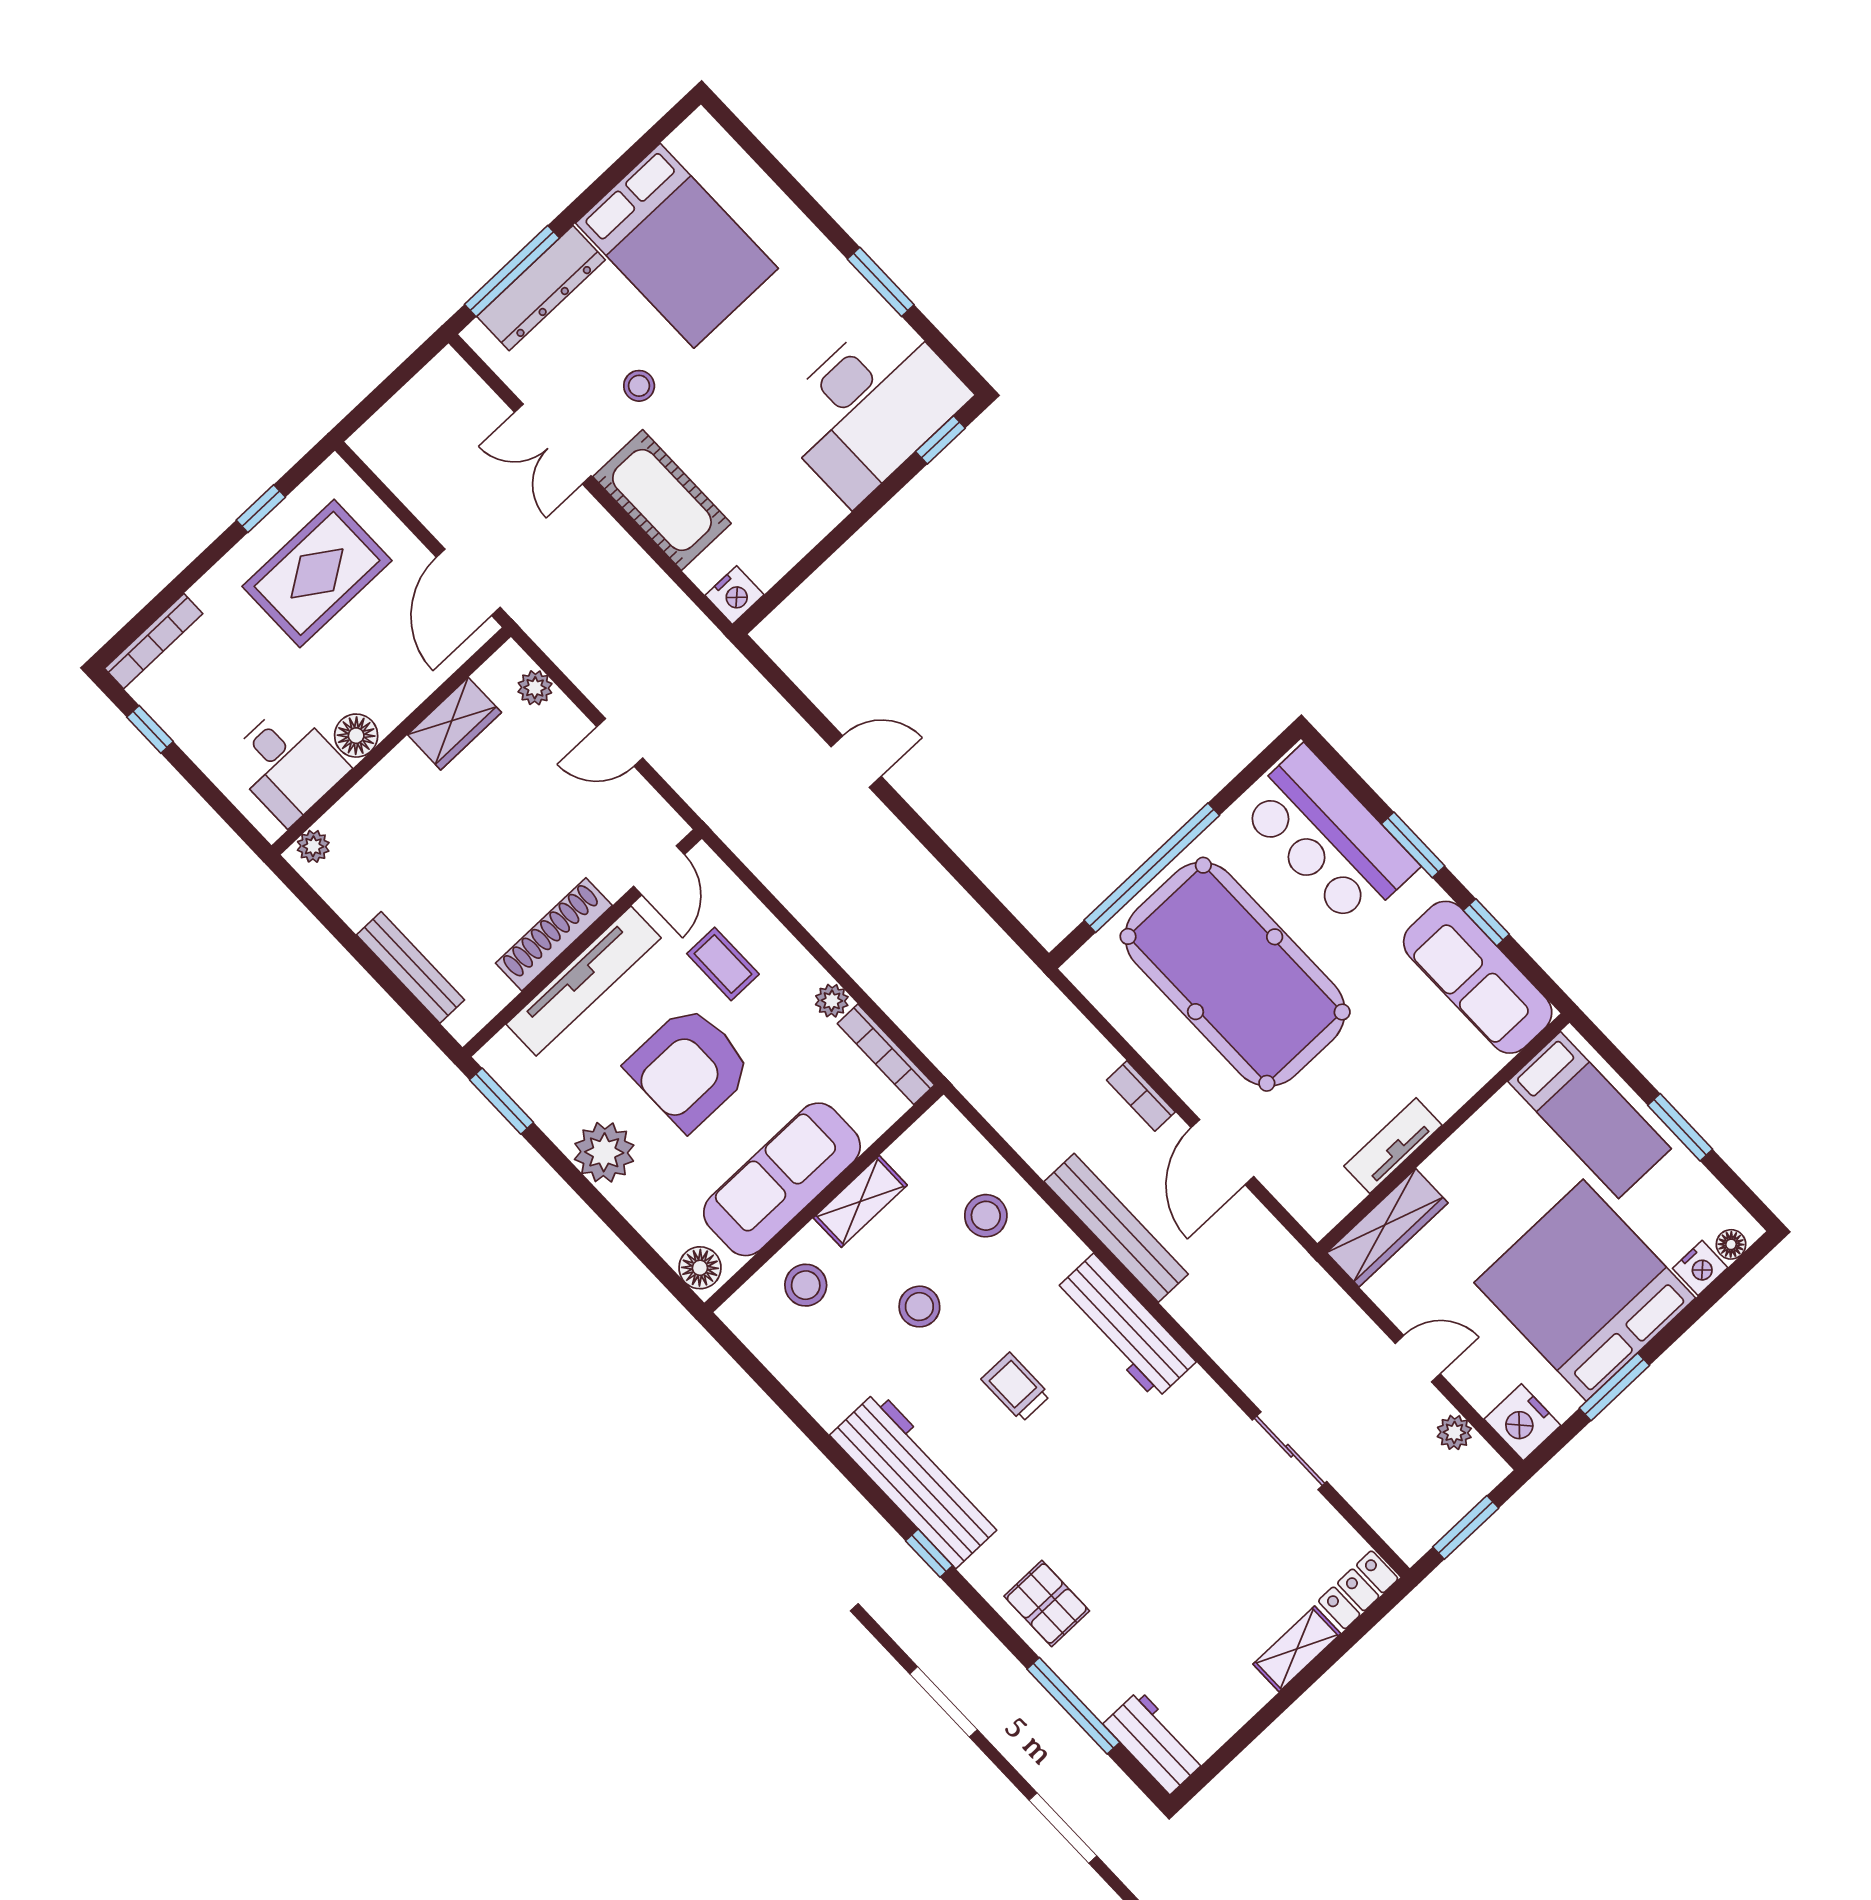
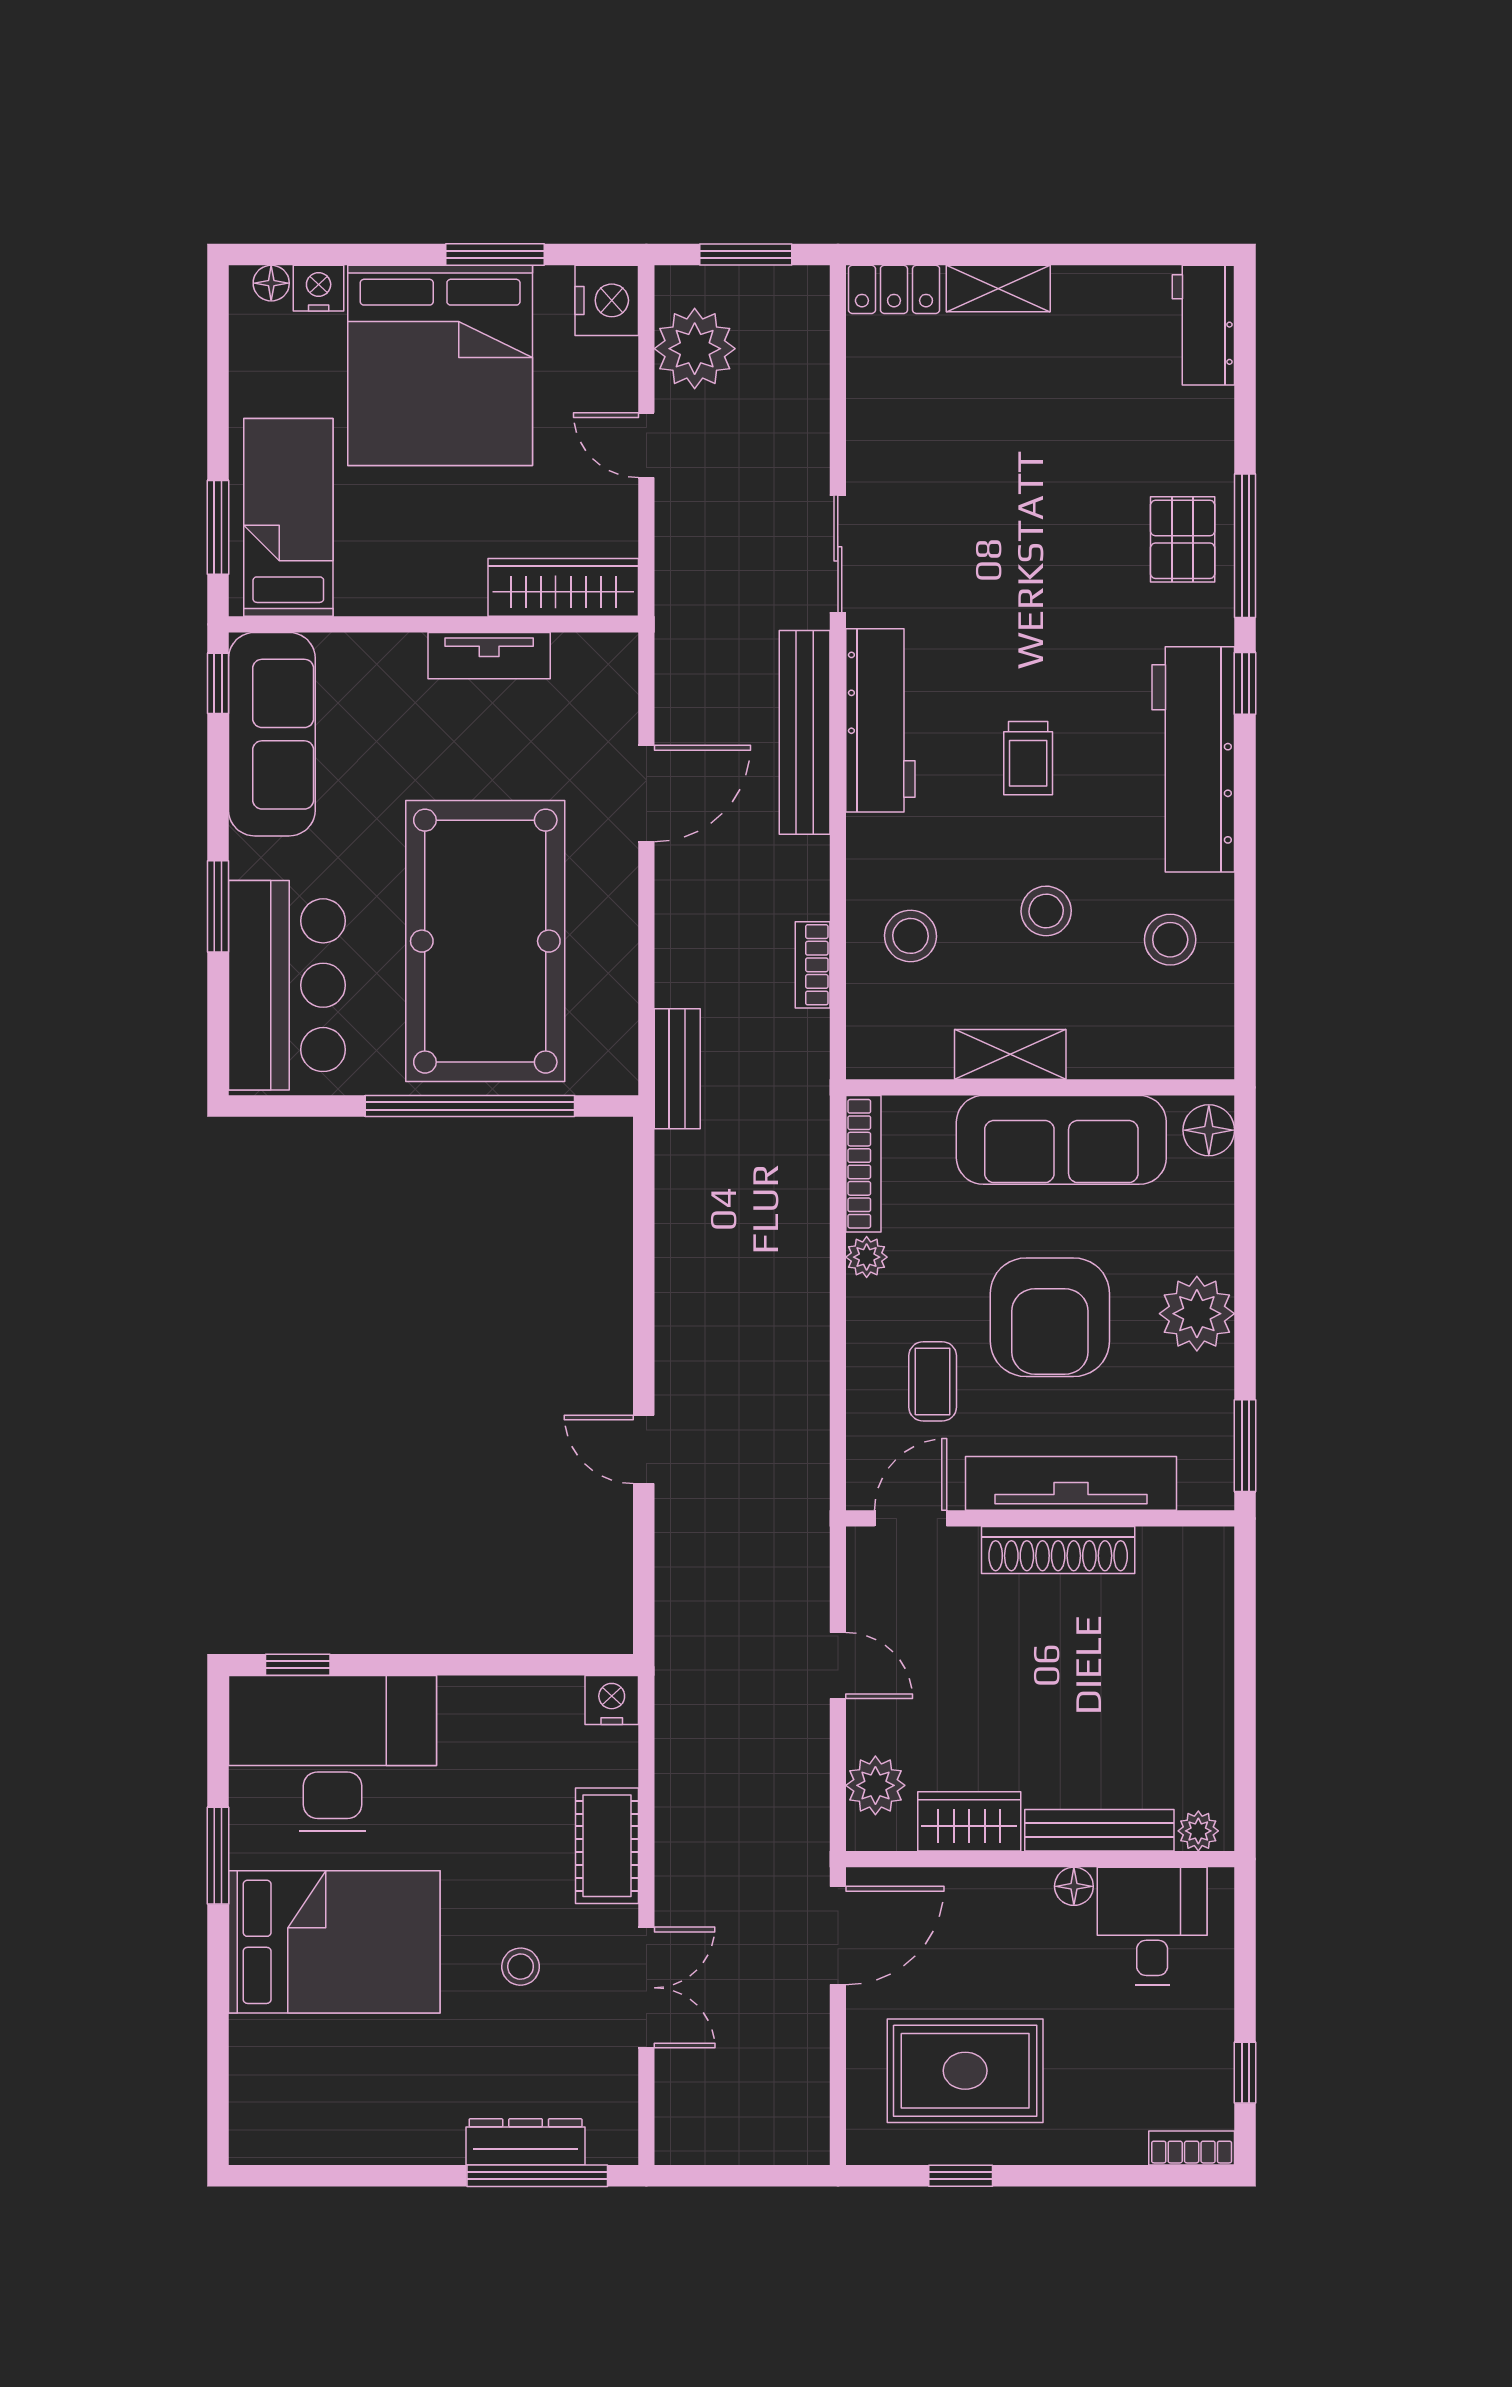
bed: (677, 246) -> (334, 1942), moved, turned 90
dresser: (541, 288) -> (526, 2142), width x0.73, depth x0.80
cot: (662, 500) -> (607, 1846), width x0.73, depth x0.75
bookcase: (154, 641) -> (1192, 2148), width x0.64
plant: (535, 688) -> (875, 1785), width x1.38, depth x1.38
floor lamp: (356, 736) -> (1074, 1886), width x0.73, depth x0.73
window: (1486, 922) -> (218, 683), moved
bench: (411, 967) -> (1099, 1830), moved, turned 90
bench: (1050, 1006) -> (677, 1069), added
armchair: (689, 1068) -> (1050, 1317), turned 90
bookcase: (1141, 1096) -> (813, 965), moved, turned 180
window: (1680, 1127) -> (218, 527), moved
bench: (1116, 1228) -> (805, 732), moved
stool: (806, 1285) -> (1170, 940), moved
plant: (1454, 1432) -> (695, 349), width x1.87, depth x1.87
sliding door: (1290, 1451) -> (838, 554), moved
window: (1073, 1706) -> (1245, 546), moved

